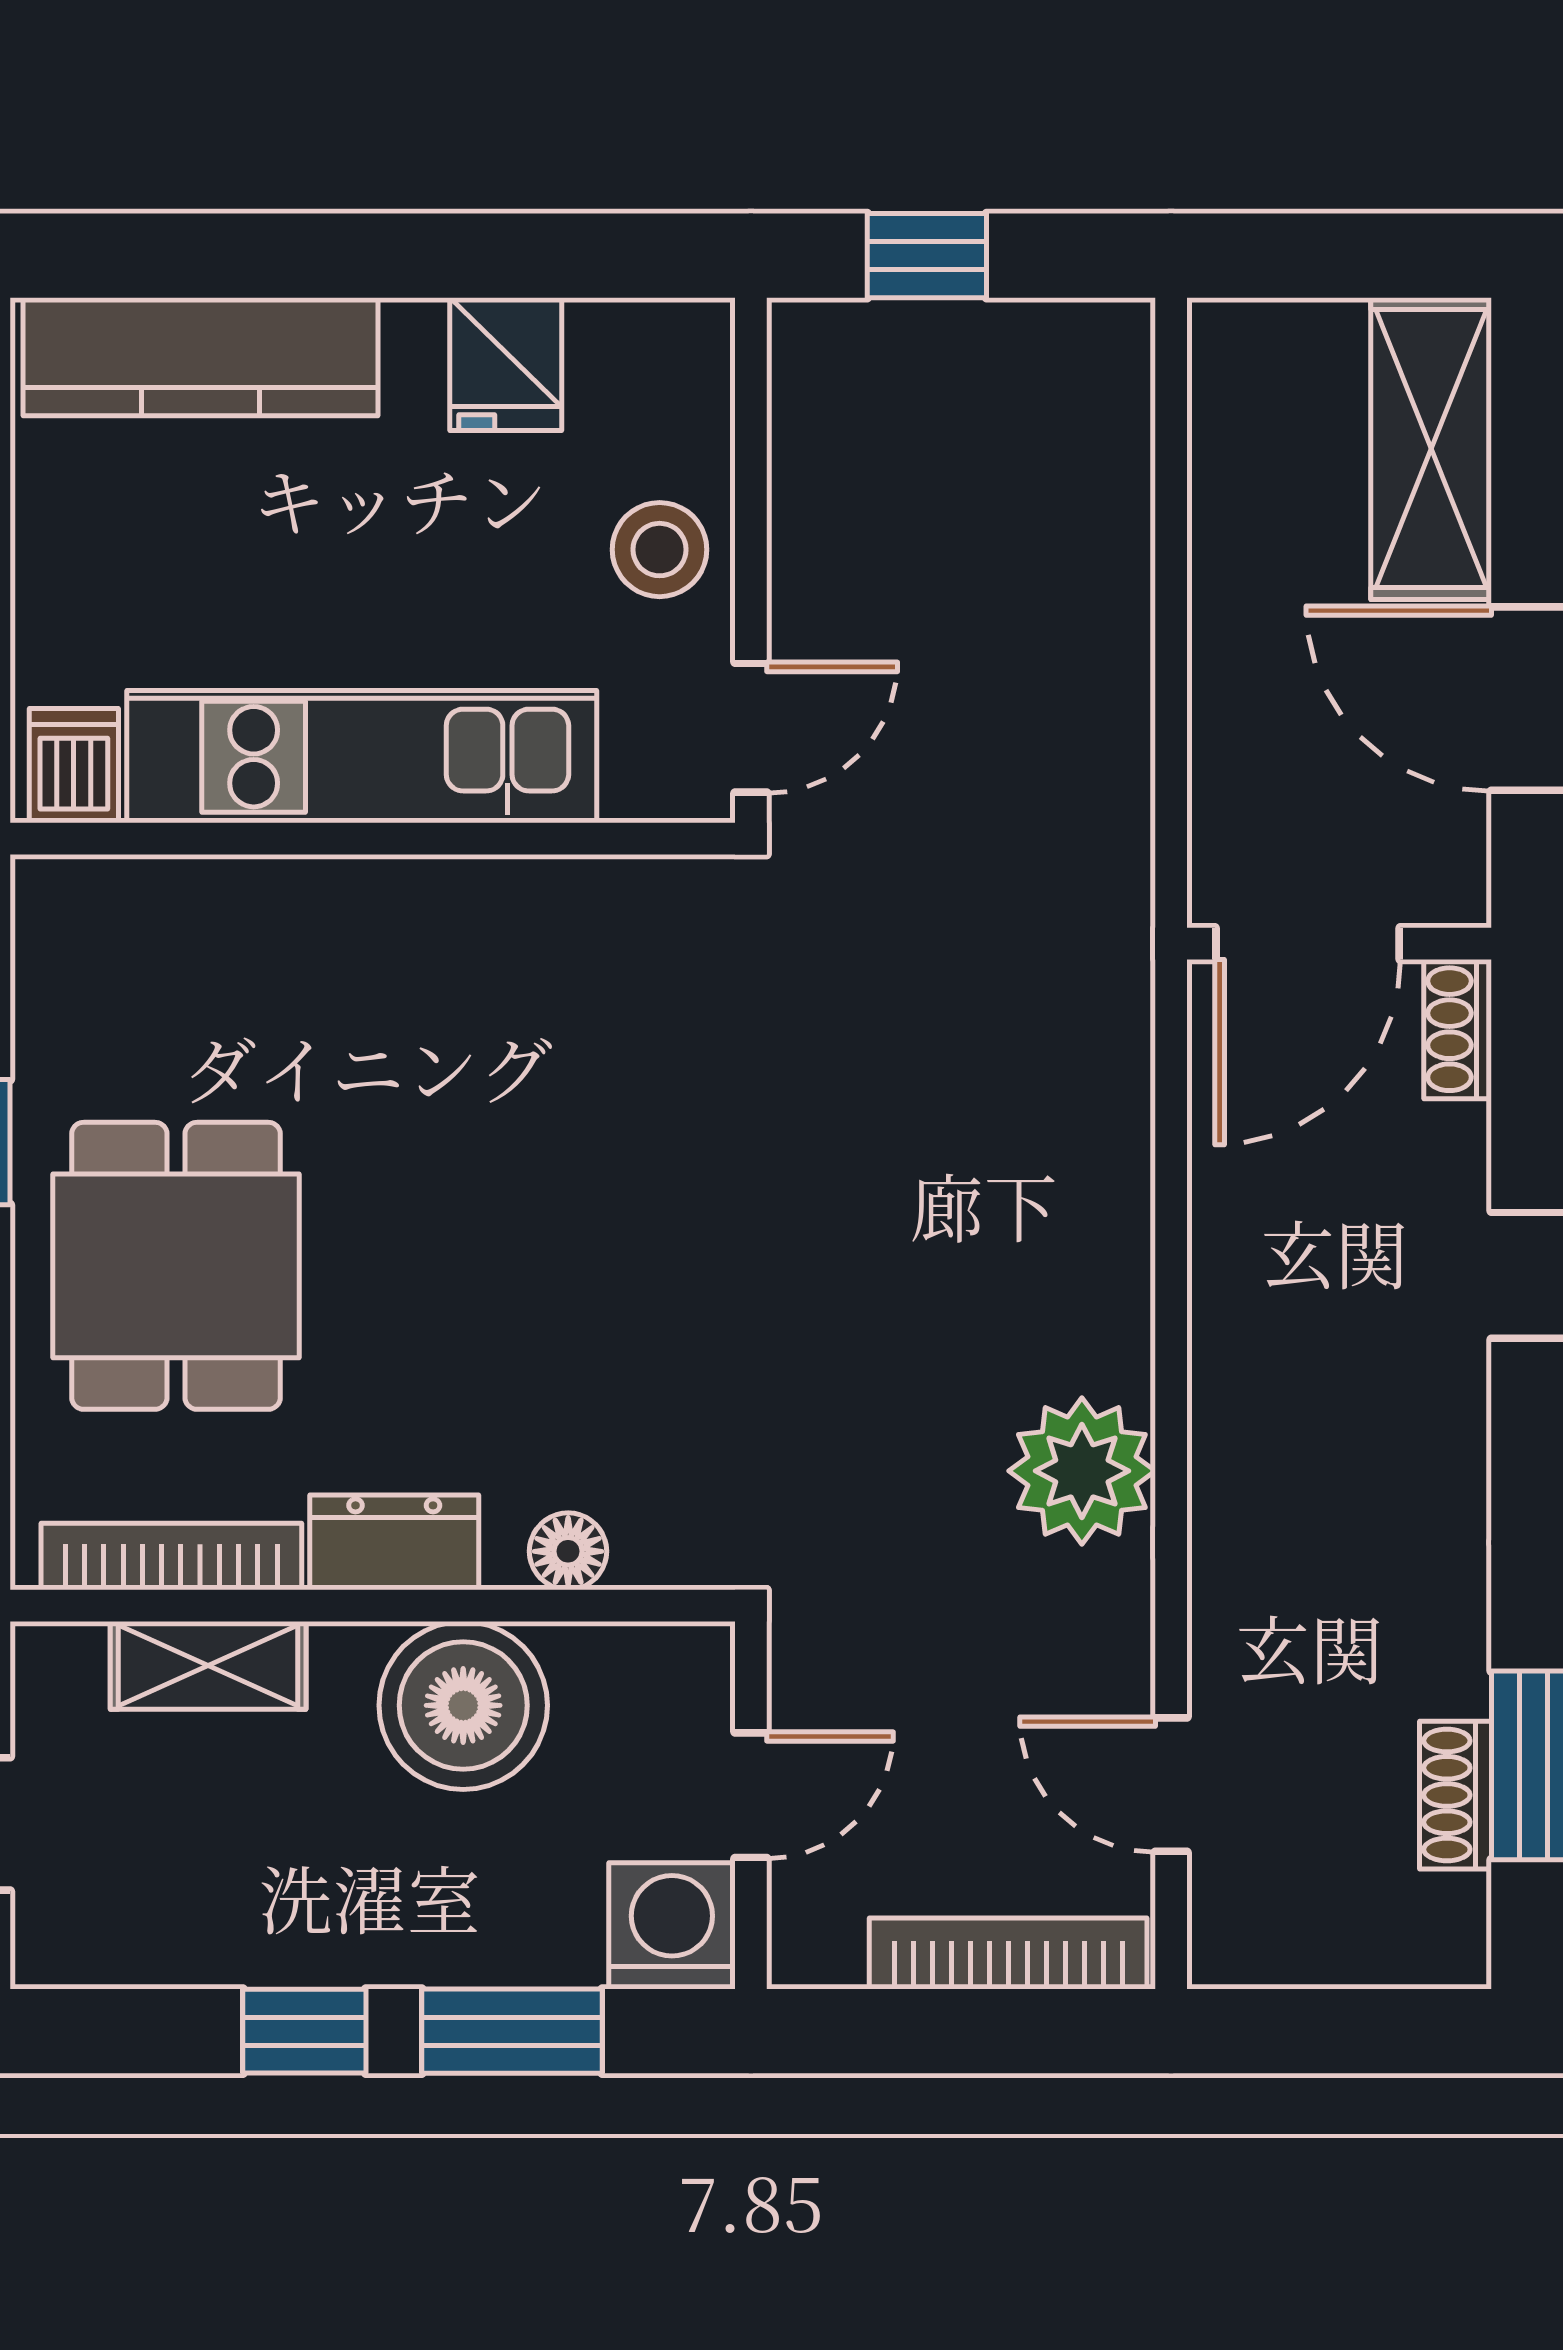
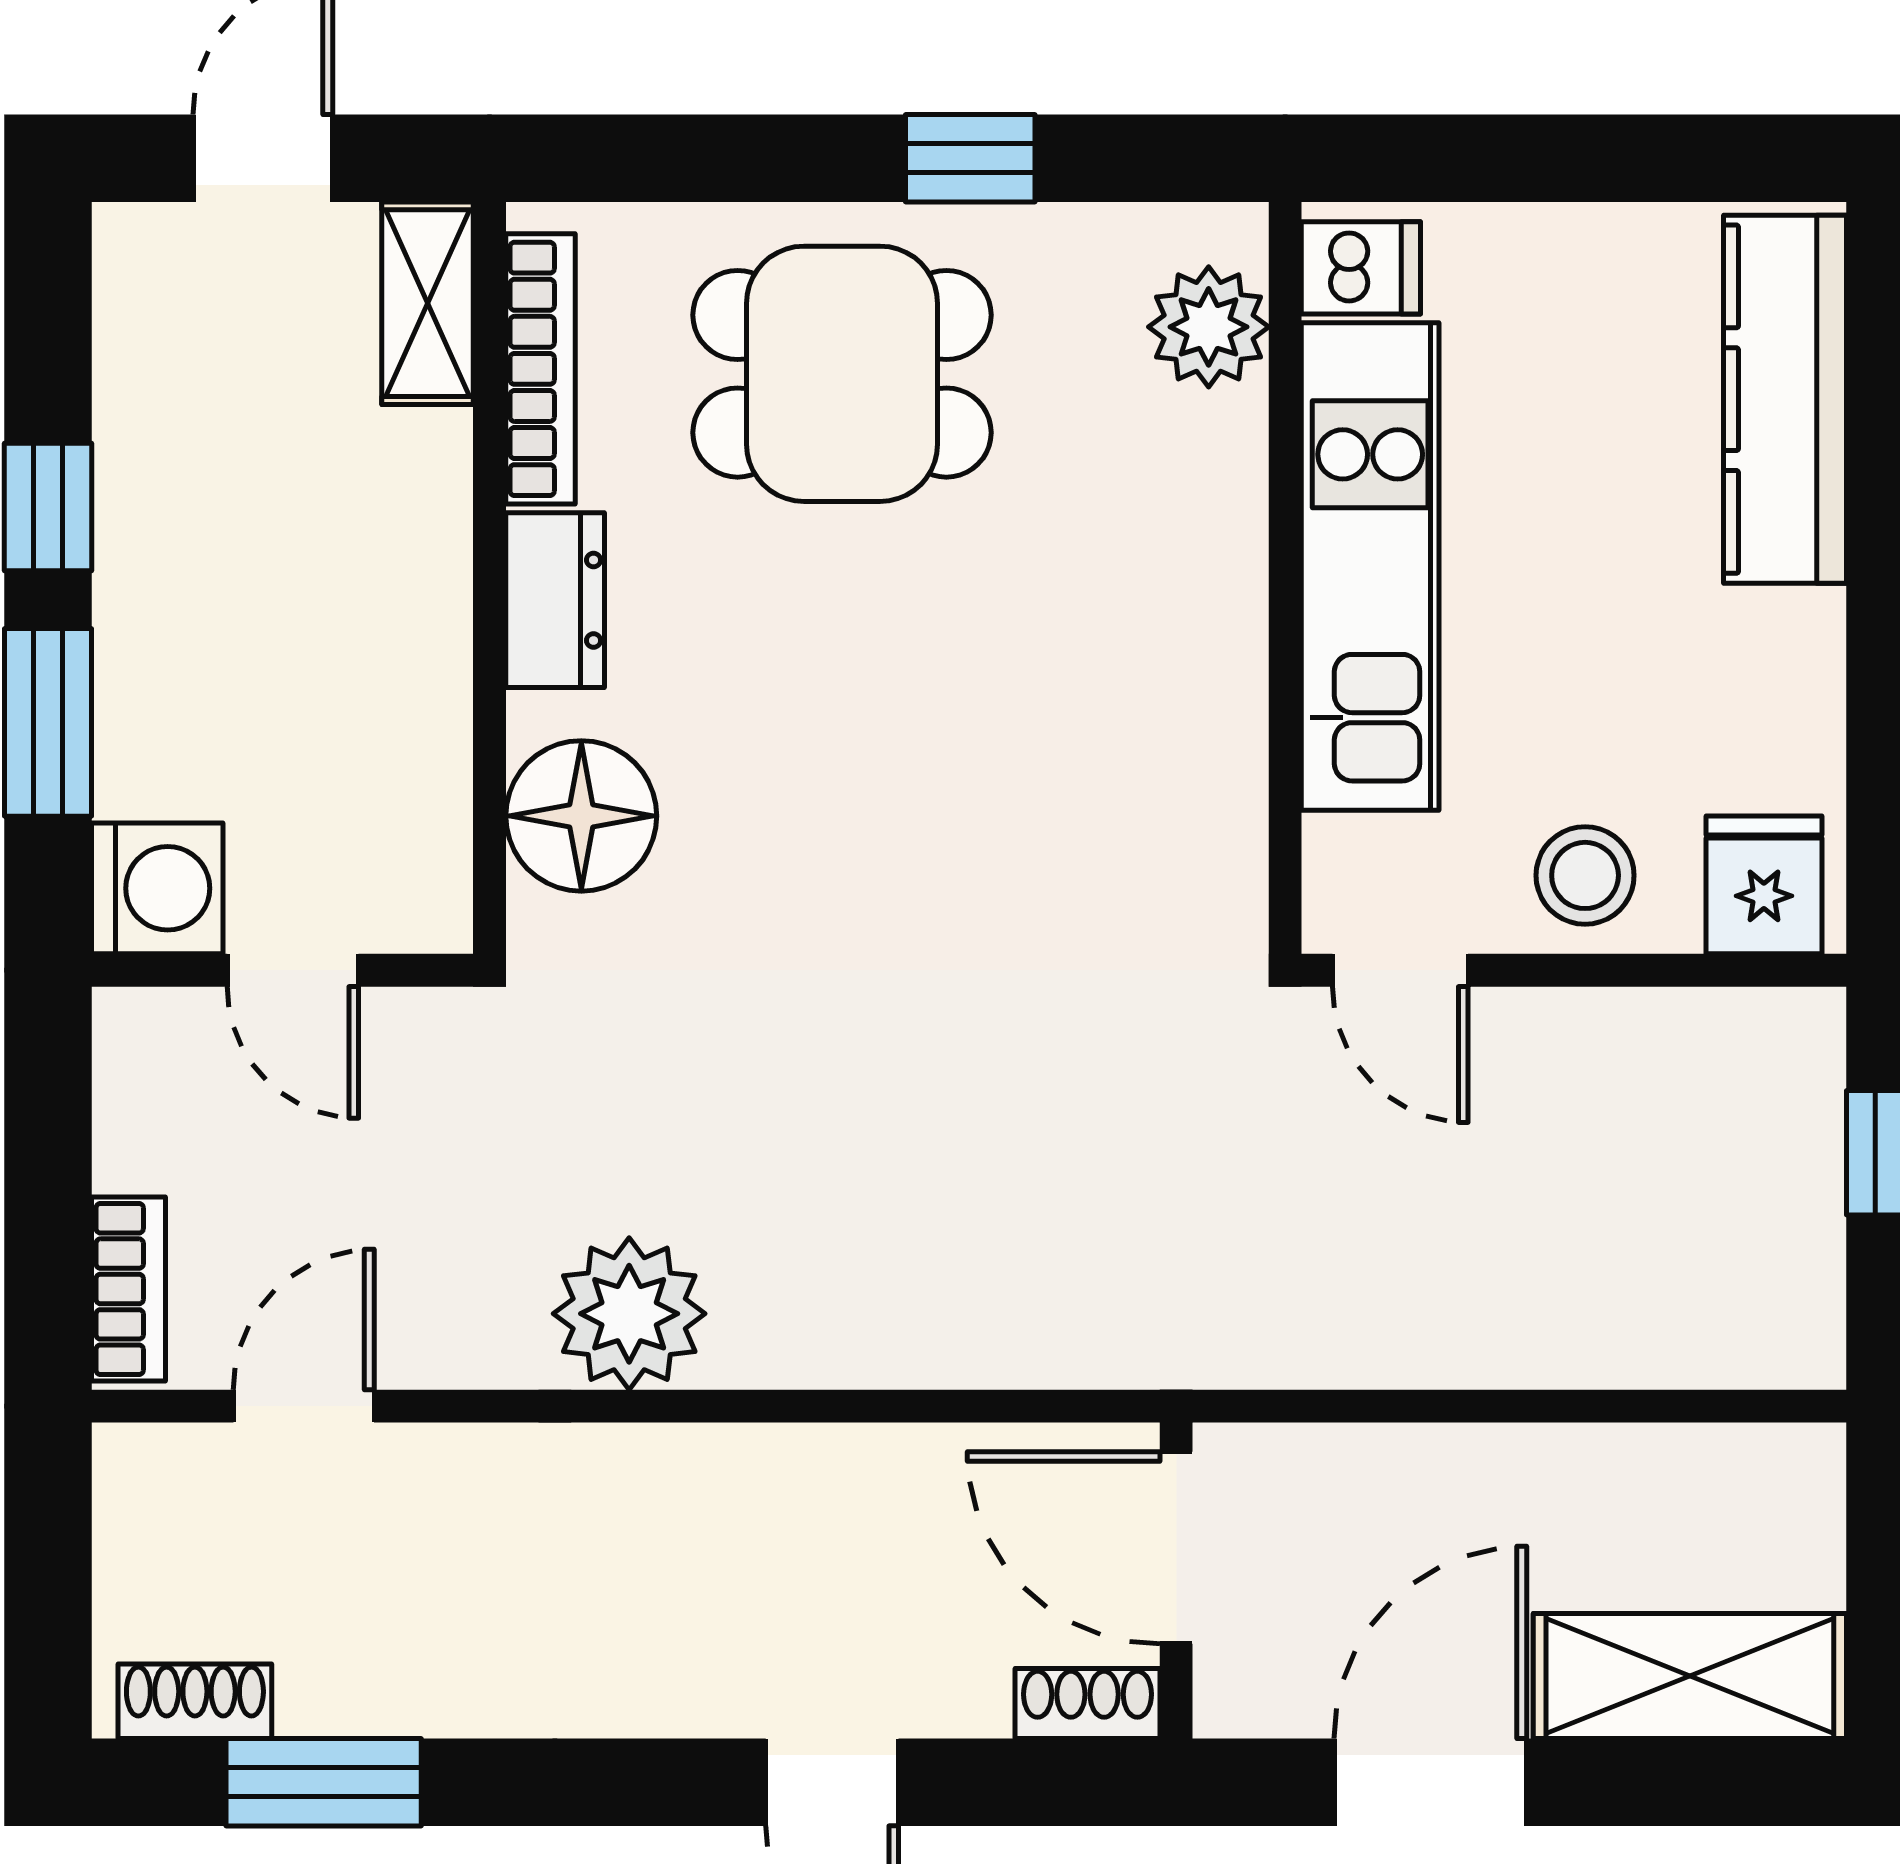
fridge: (506, 364) -> (1764, 885), moved, turned 90
plant: (131, 913) -> (1209, 327), added
floor lamp: (568, 1551) -> (581, 816), width x1.89, depth x1.89
shelving: (208, 1665) -> (428, 303), moved
boiler: (463, 1705) -> (386, 672), removed
shoe rack: (1456, 1795) -> (195, 1701), moved
bookcase: (1008, 1954) -> (129, 1289), width x0.64

